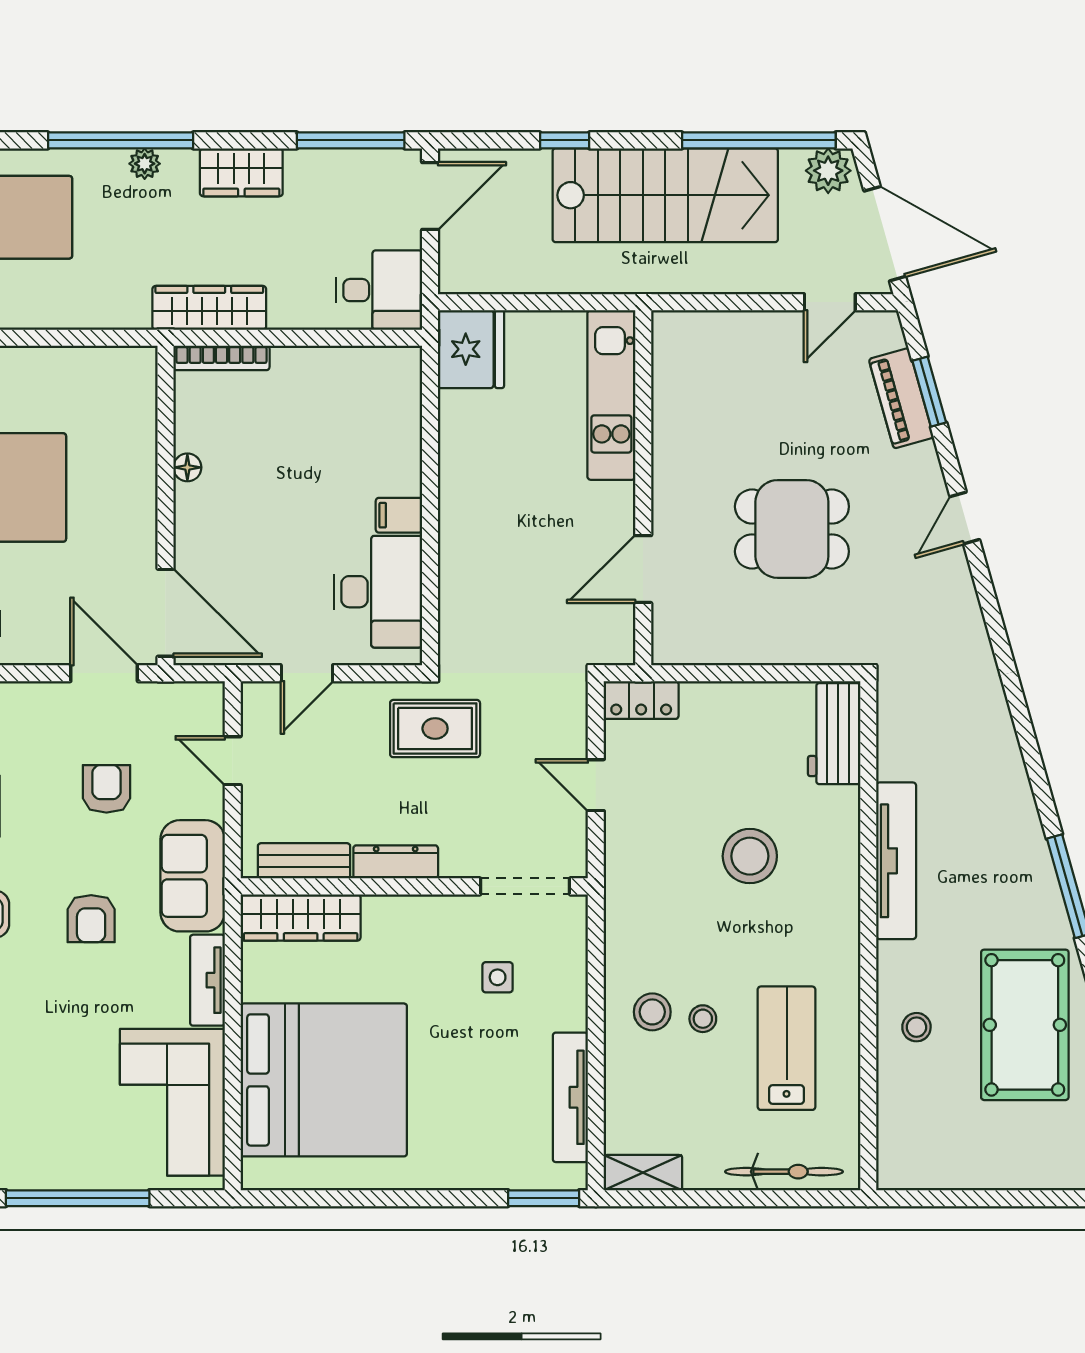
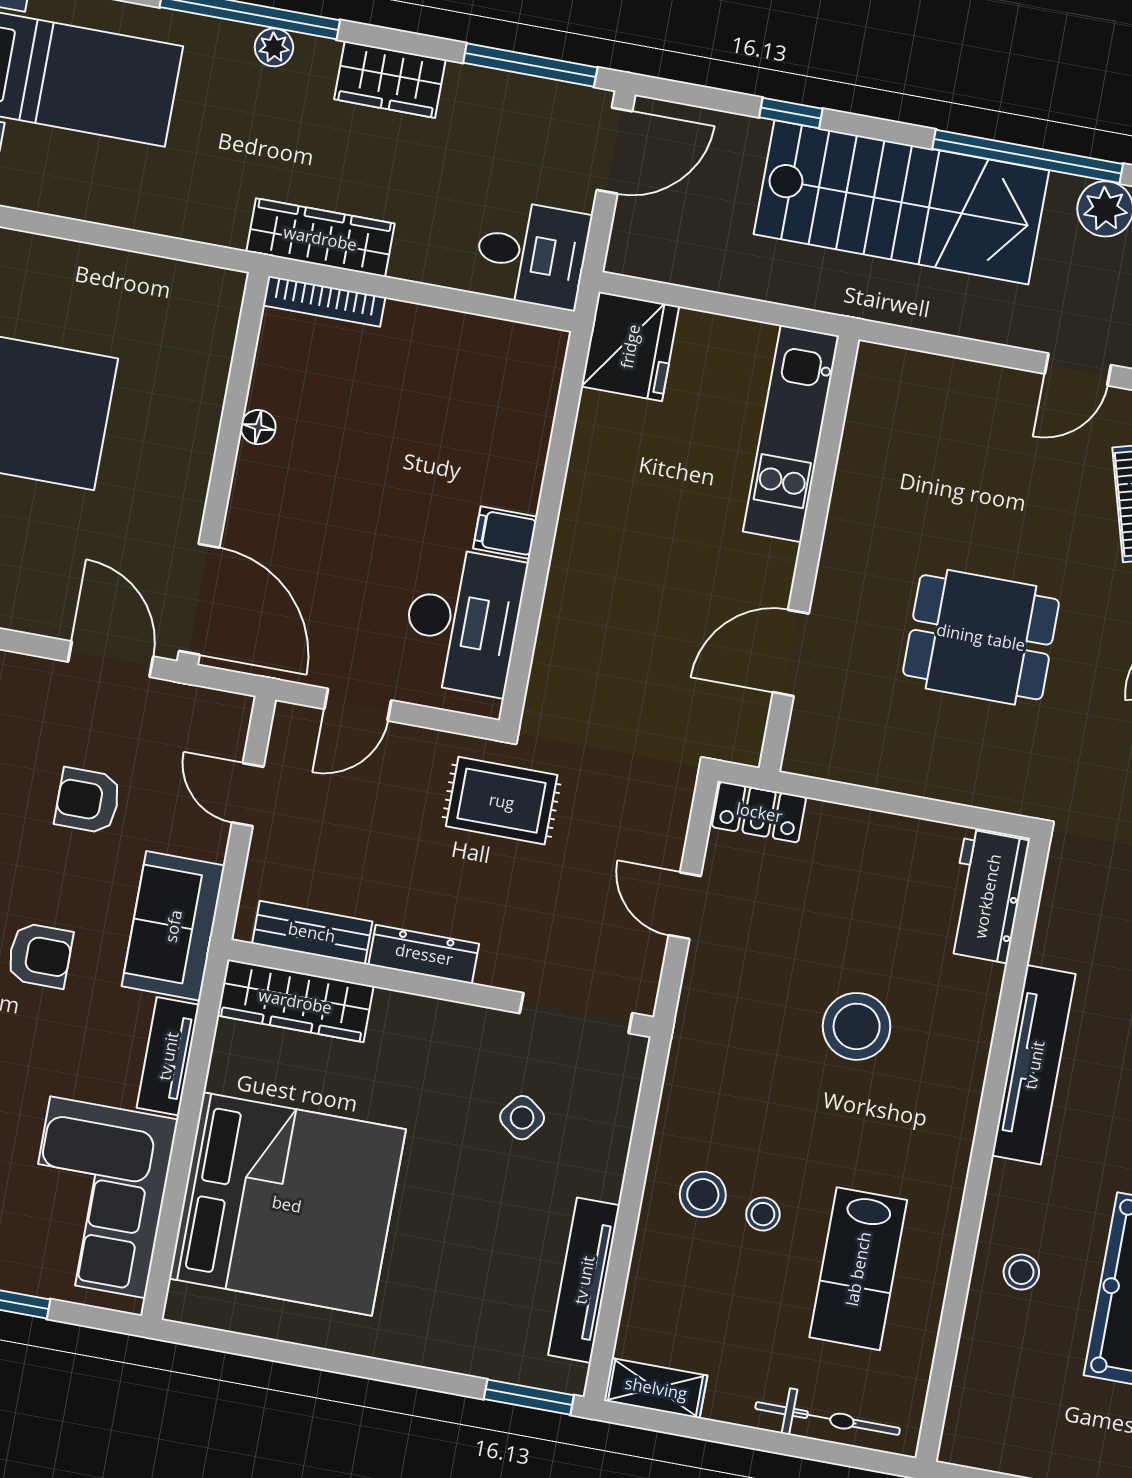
armchair: (106, 789) -> (88, 801), turned -90
armchair: (91, 919) -> (40, 955), turned -90
side table: (498, 977) -> (522, 1118), turned 37
lab bench: (787, 1048) -> (858, 1269), turned 180

